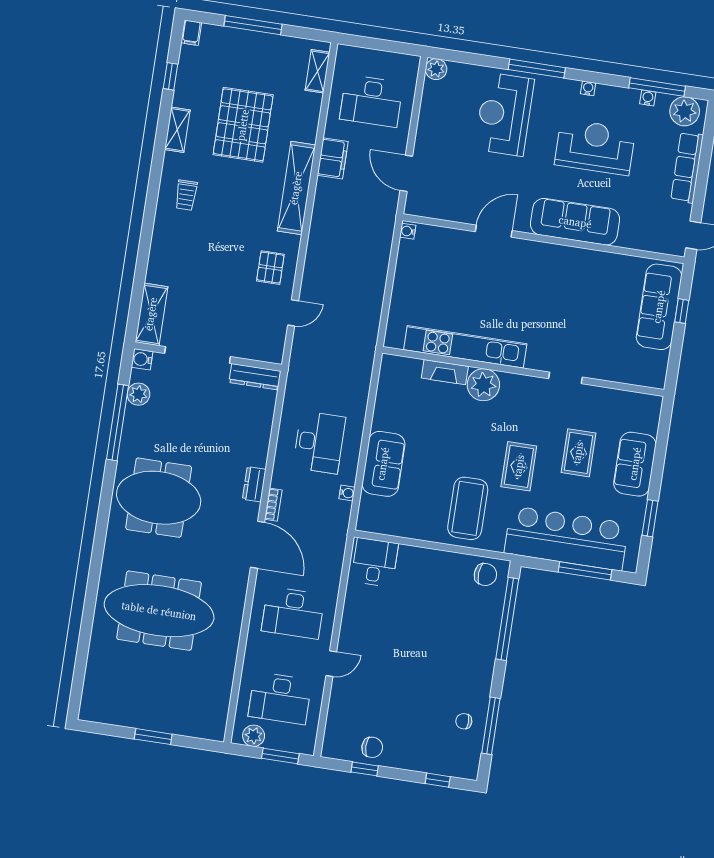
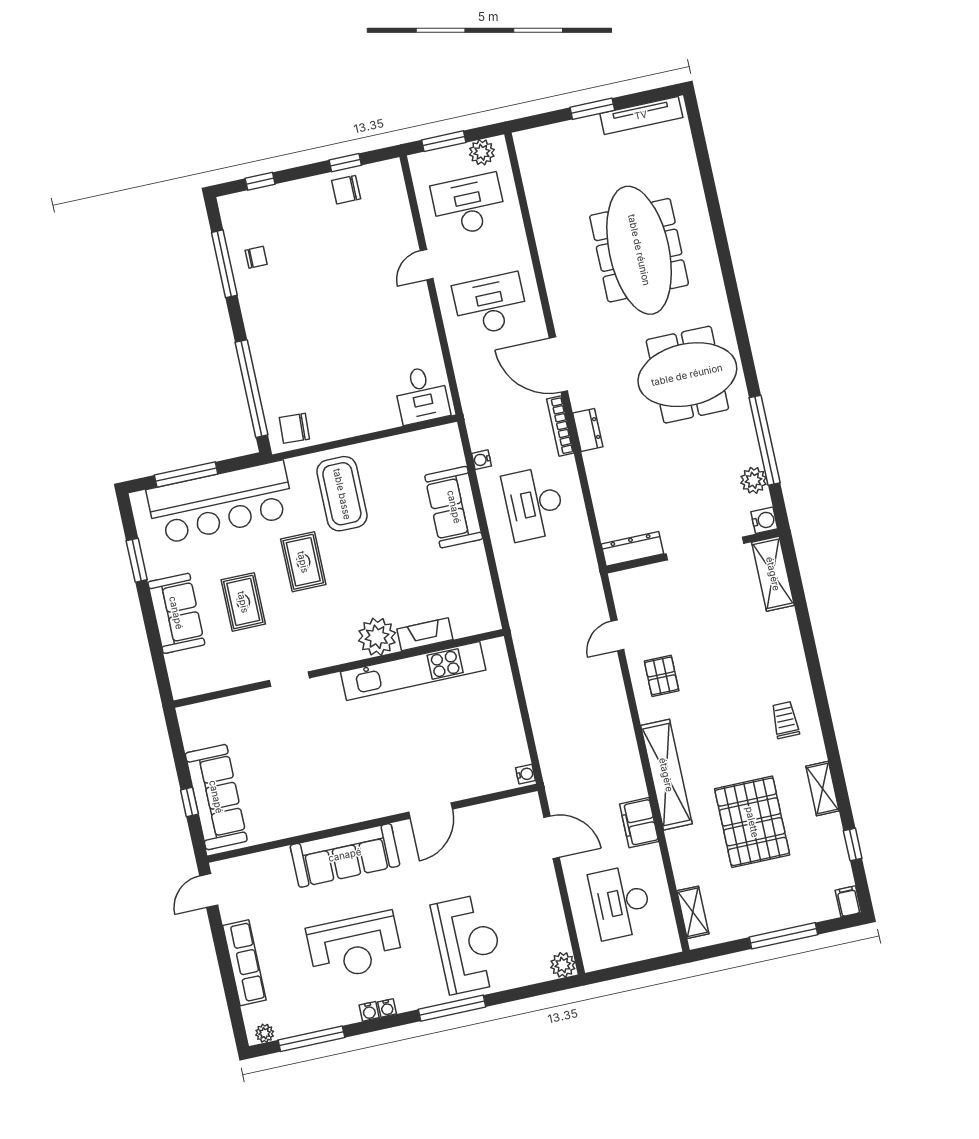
water cooler: (648, 98) -> (369, 1011), moved
desk: (371, 101) -> (621, 902), turned -90
plant: (685, 111) -> (265, 1033), width x0.53, depth x0.53
bookcase: (273, 505) -> (560, 426), width x1.56
meeting table: (159, 611) -> (639, 250), turned 90
tv unit: (116, 716) -> (641, 115), added

